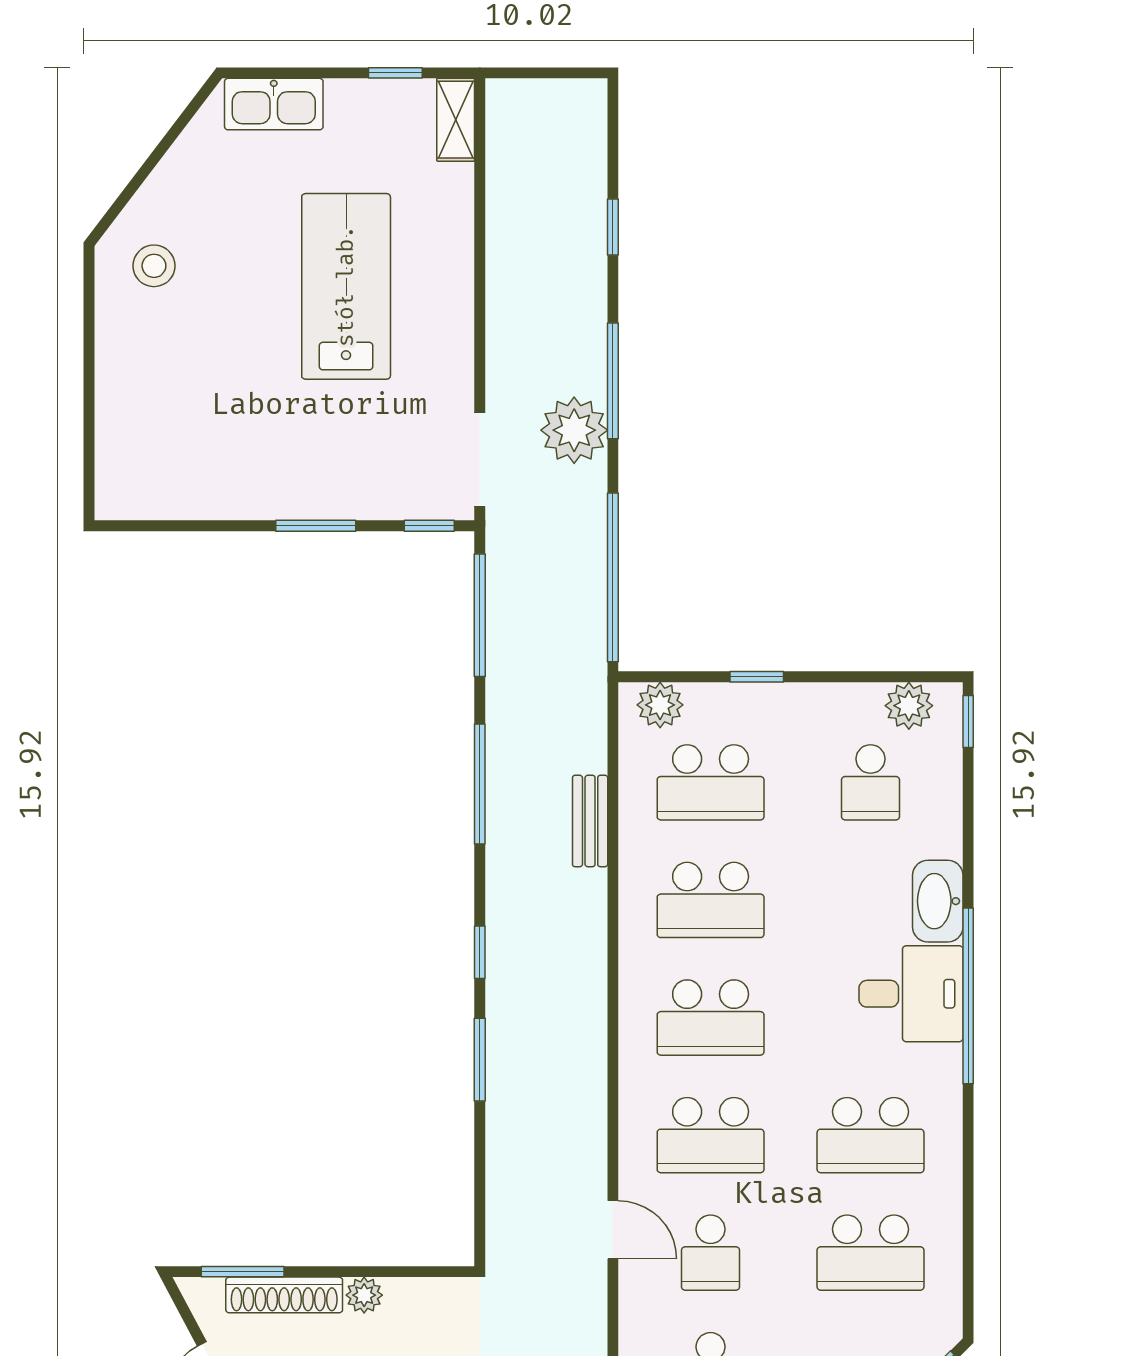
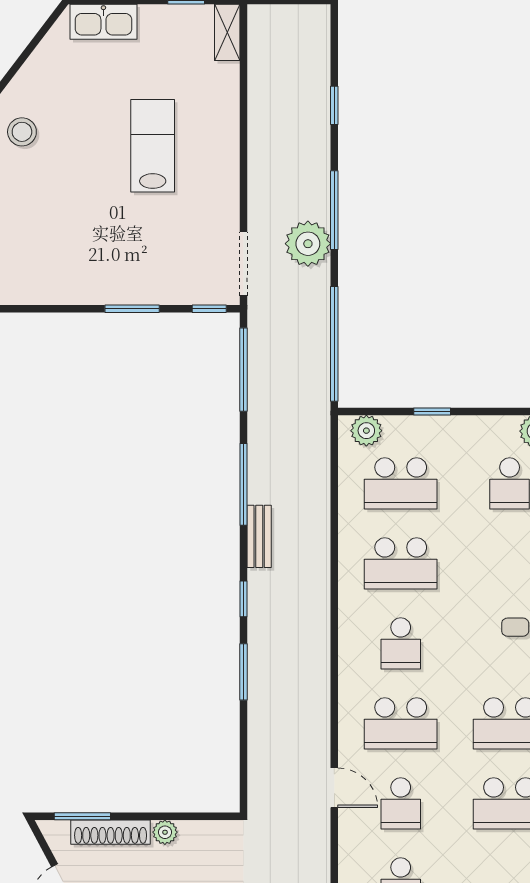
lab bench: (346, 286) -> (153, 146), width x0.73, depth x0.72
bench: (590, 821) -> (259, 536), moved
school desk: (711, 1018) -> (401, 643), width x0.54

